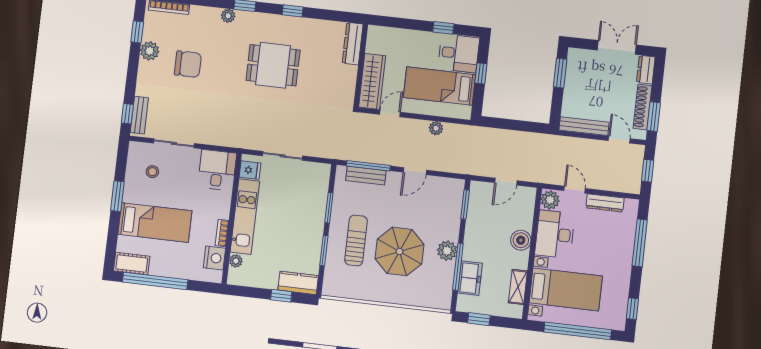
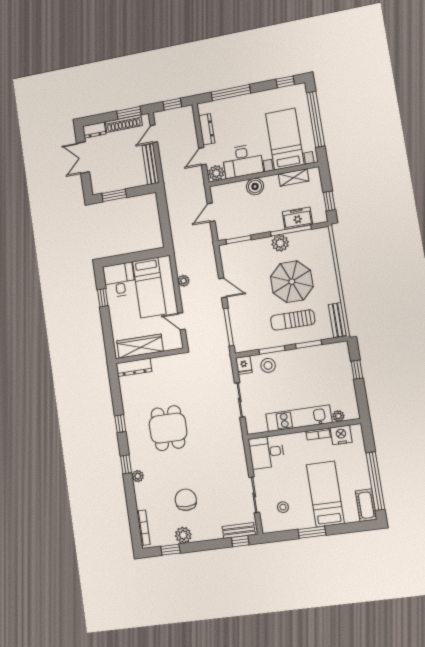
window: (481, 73) -> (131, 258), removed
wardrobe: (372, 81) -> (140, 346), moved
fridge: (250, 170) -> (244, 365), moved, turned 180
bench: (366, 176) -> (338, 320), moved
door: (506, 182) -> (211, 212), swing flipped
stool: (313, 198) -> (268, 365), added
kitchen counter: (298, 283) -> (342, 358), removed

